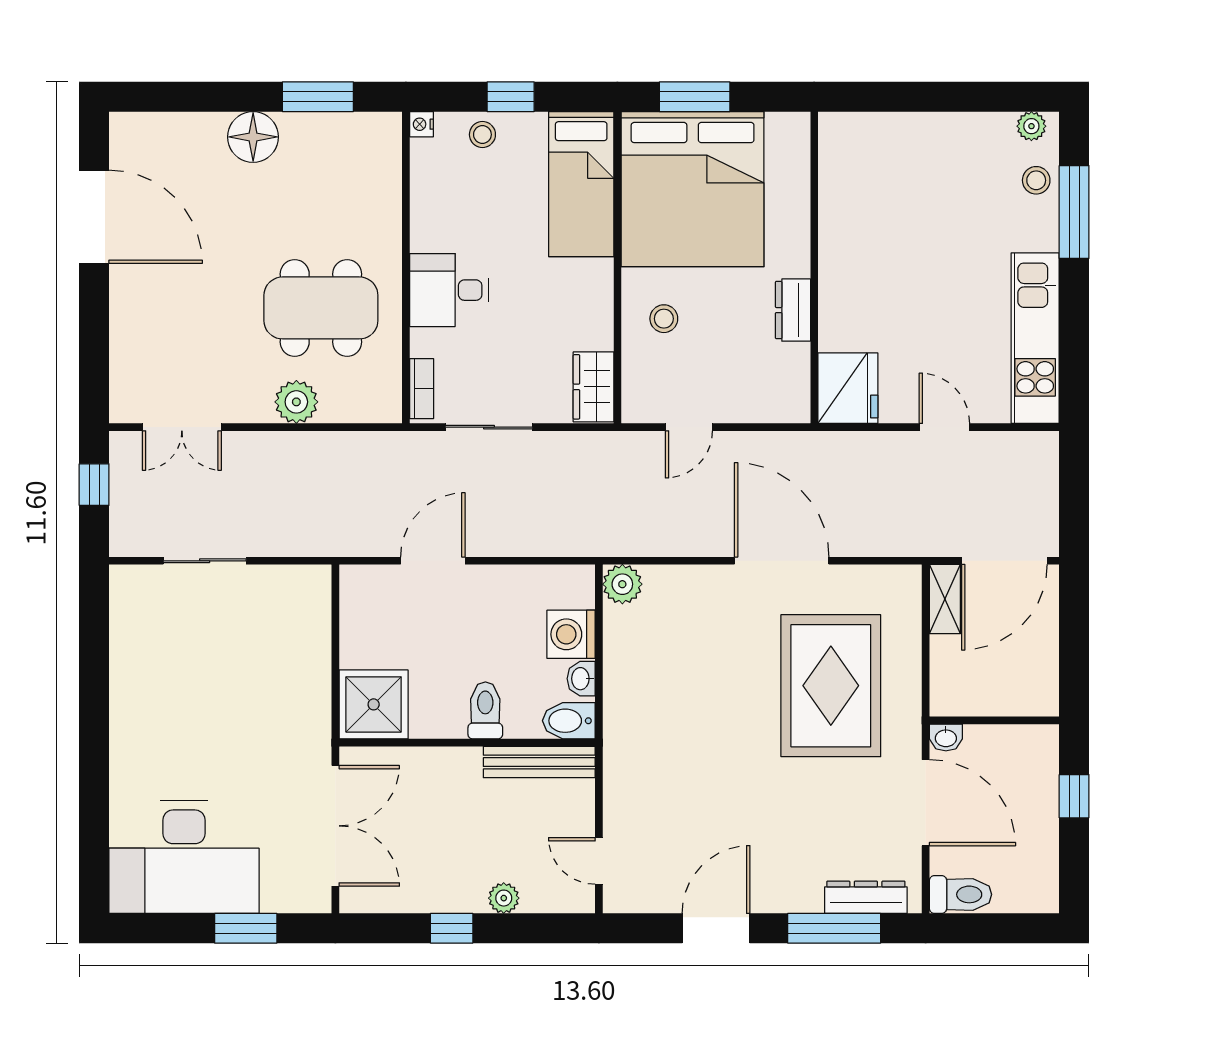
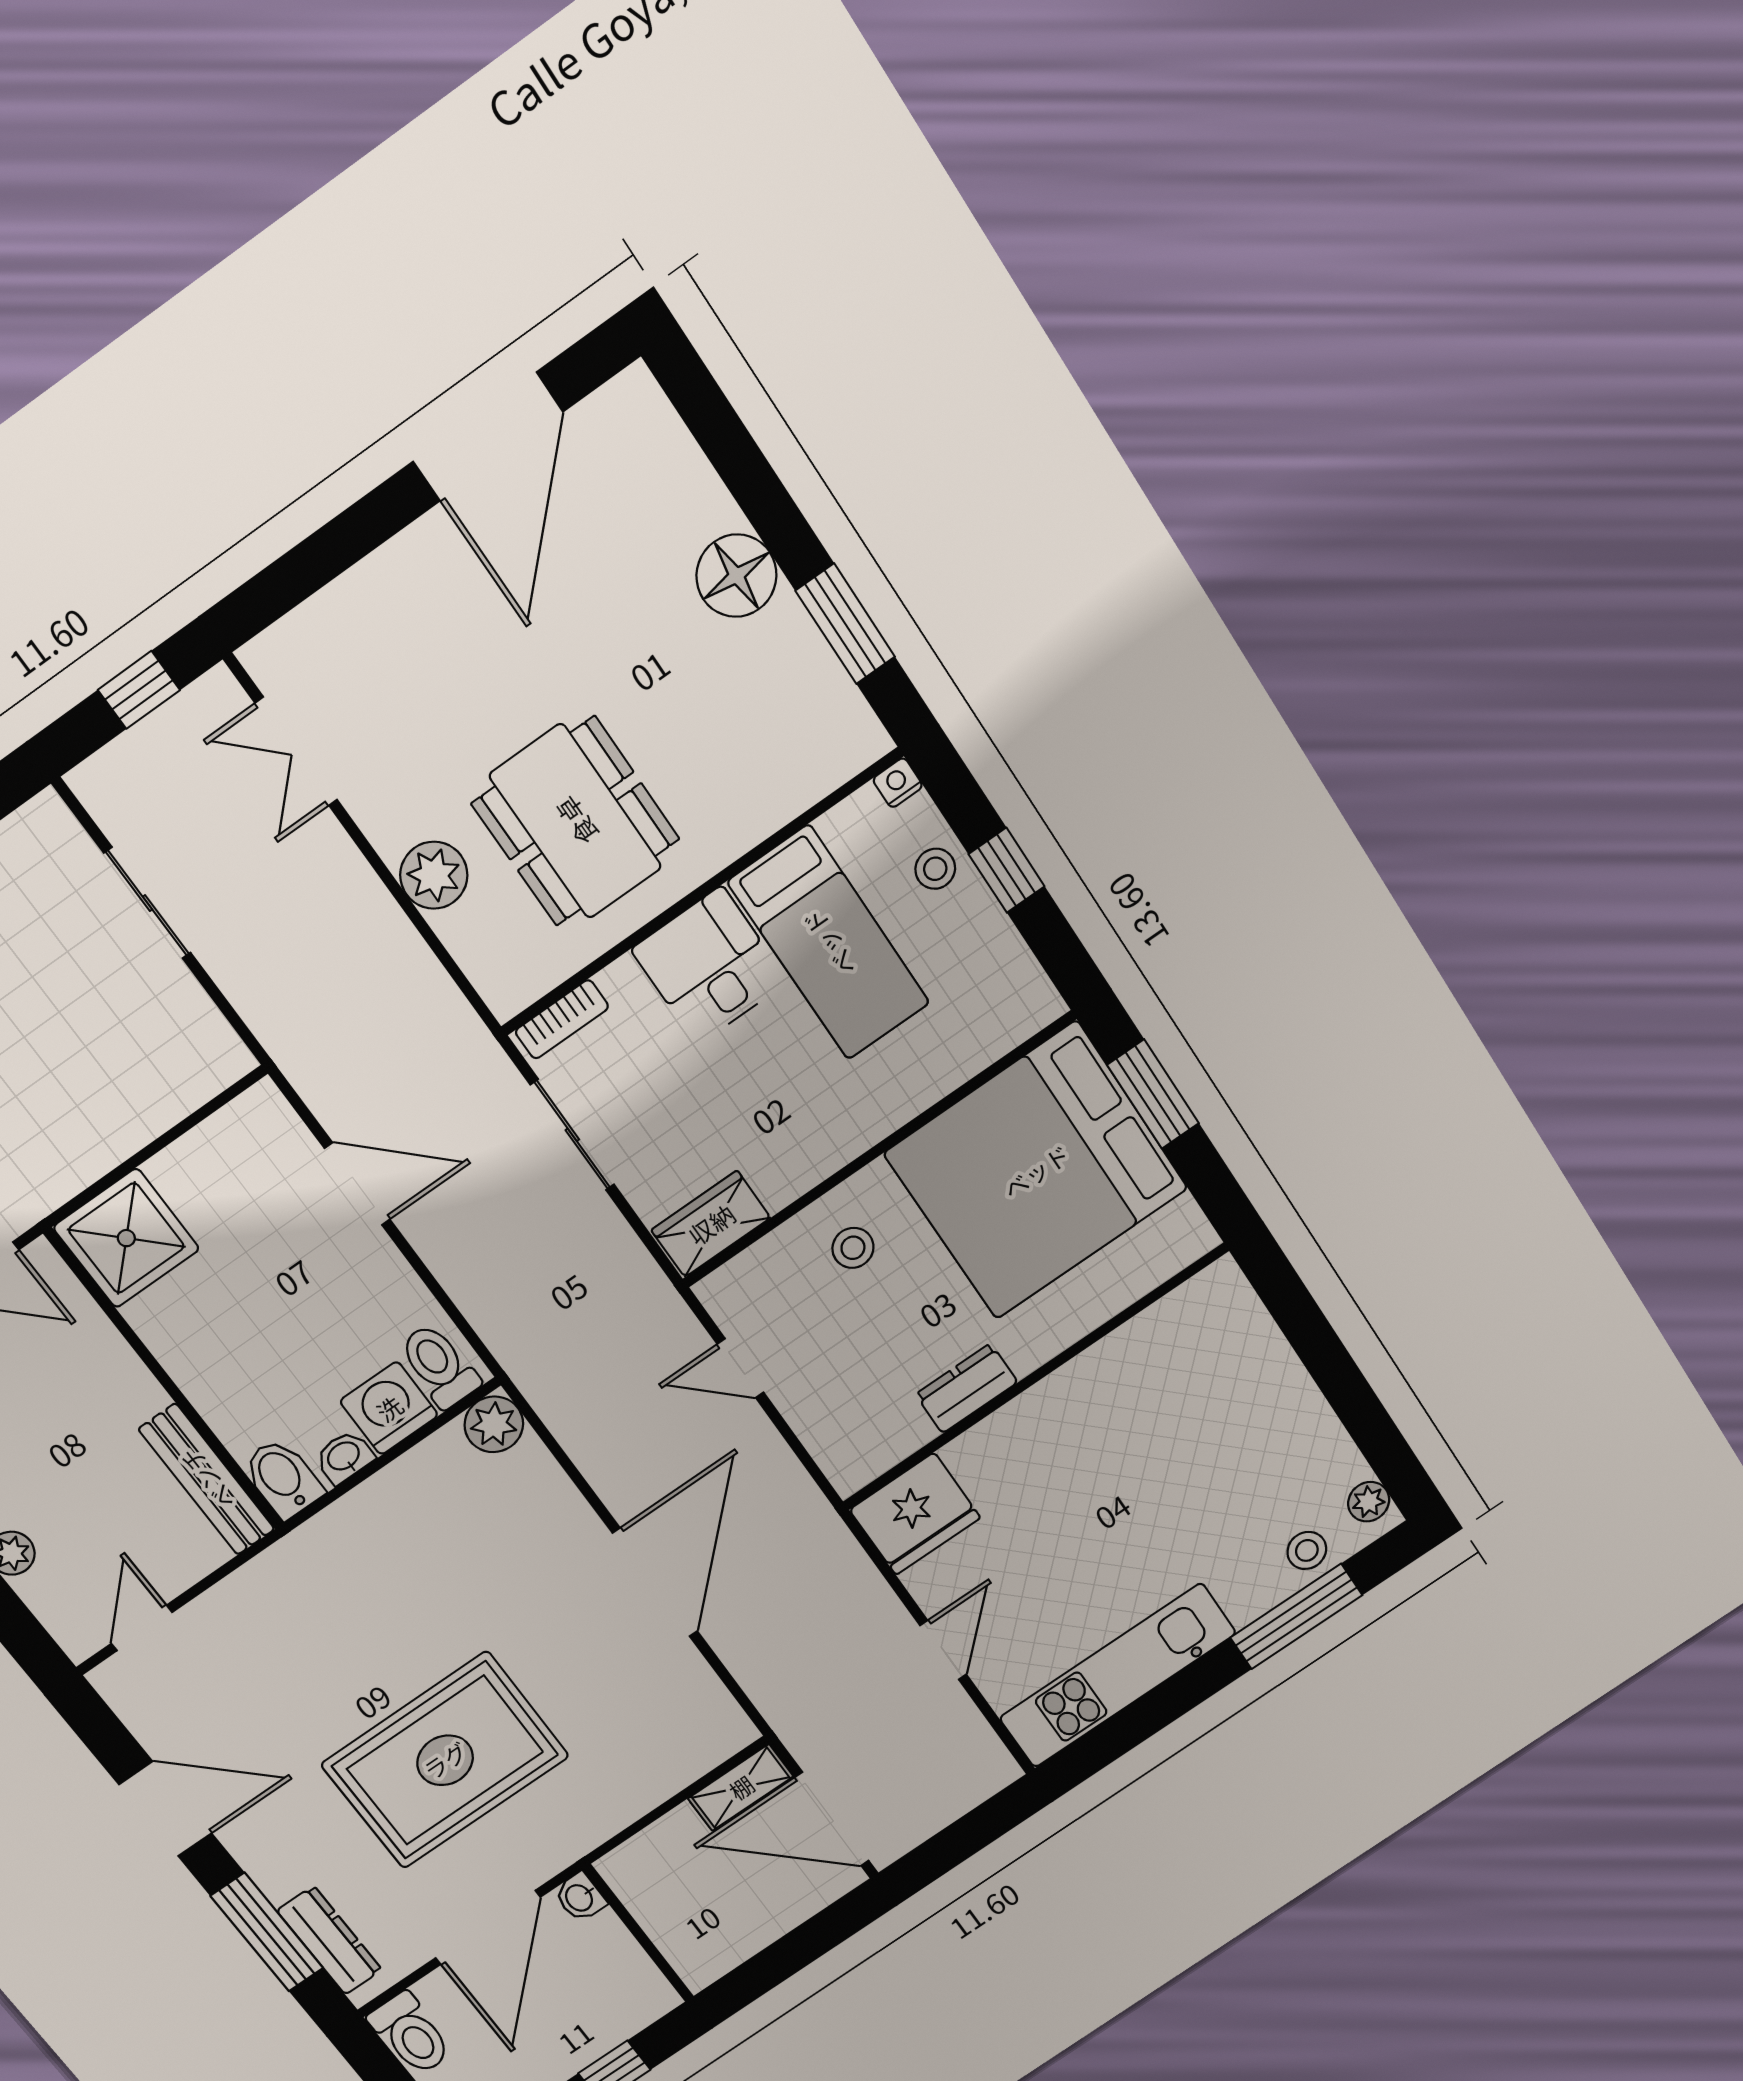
bed: (581, 184) -> (829, 943), moved, turned -90
rug: (831, 686) -> (445, 1760), moved
toilet: (485, 710) -> (439, 1366), moved, turned -90

